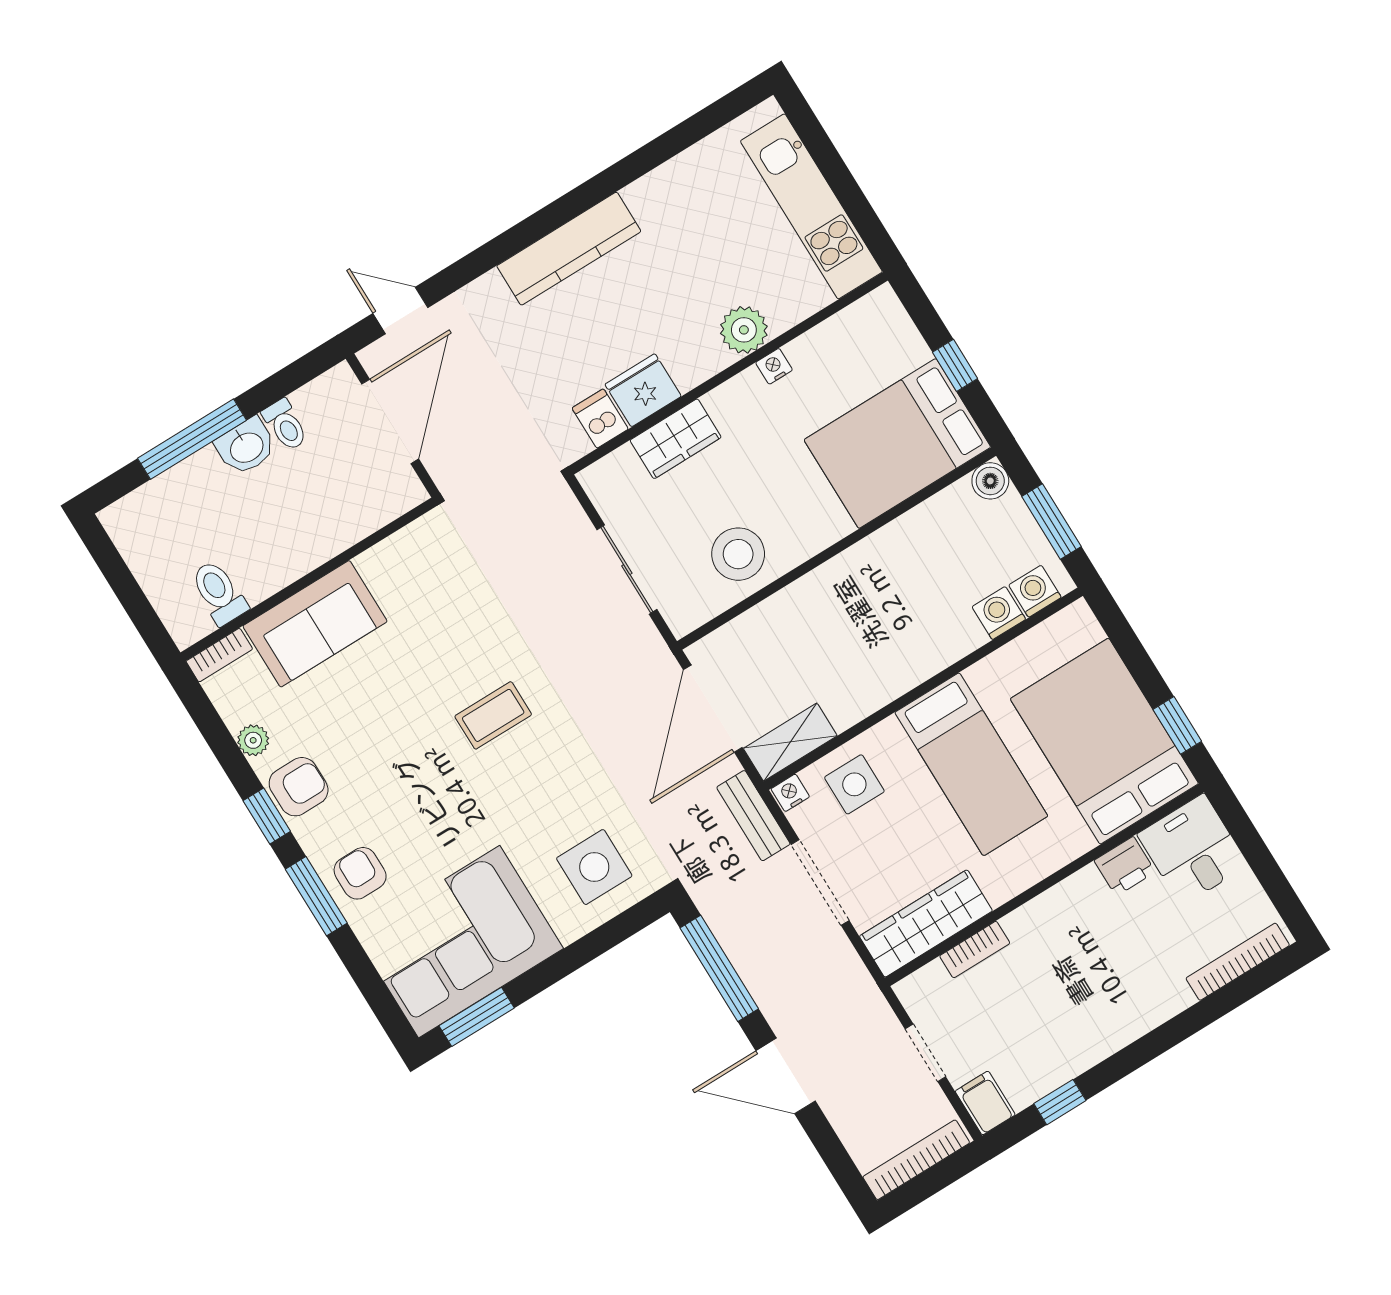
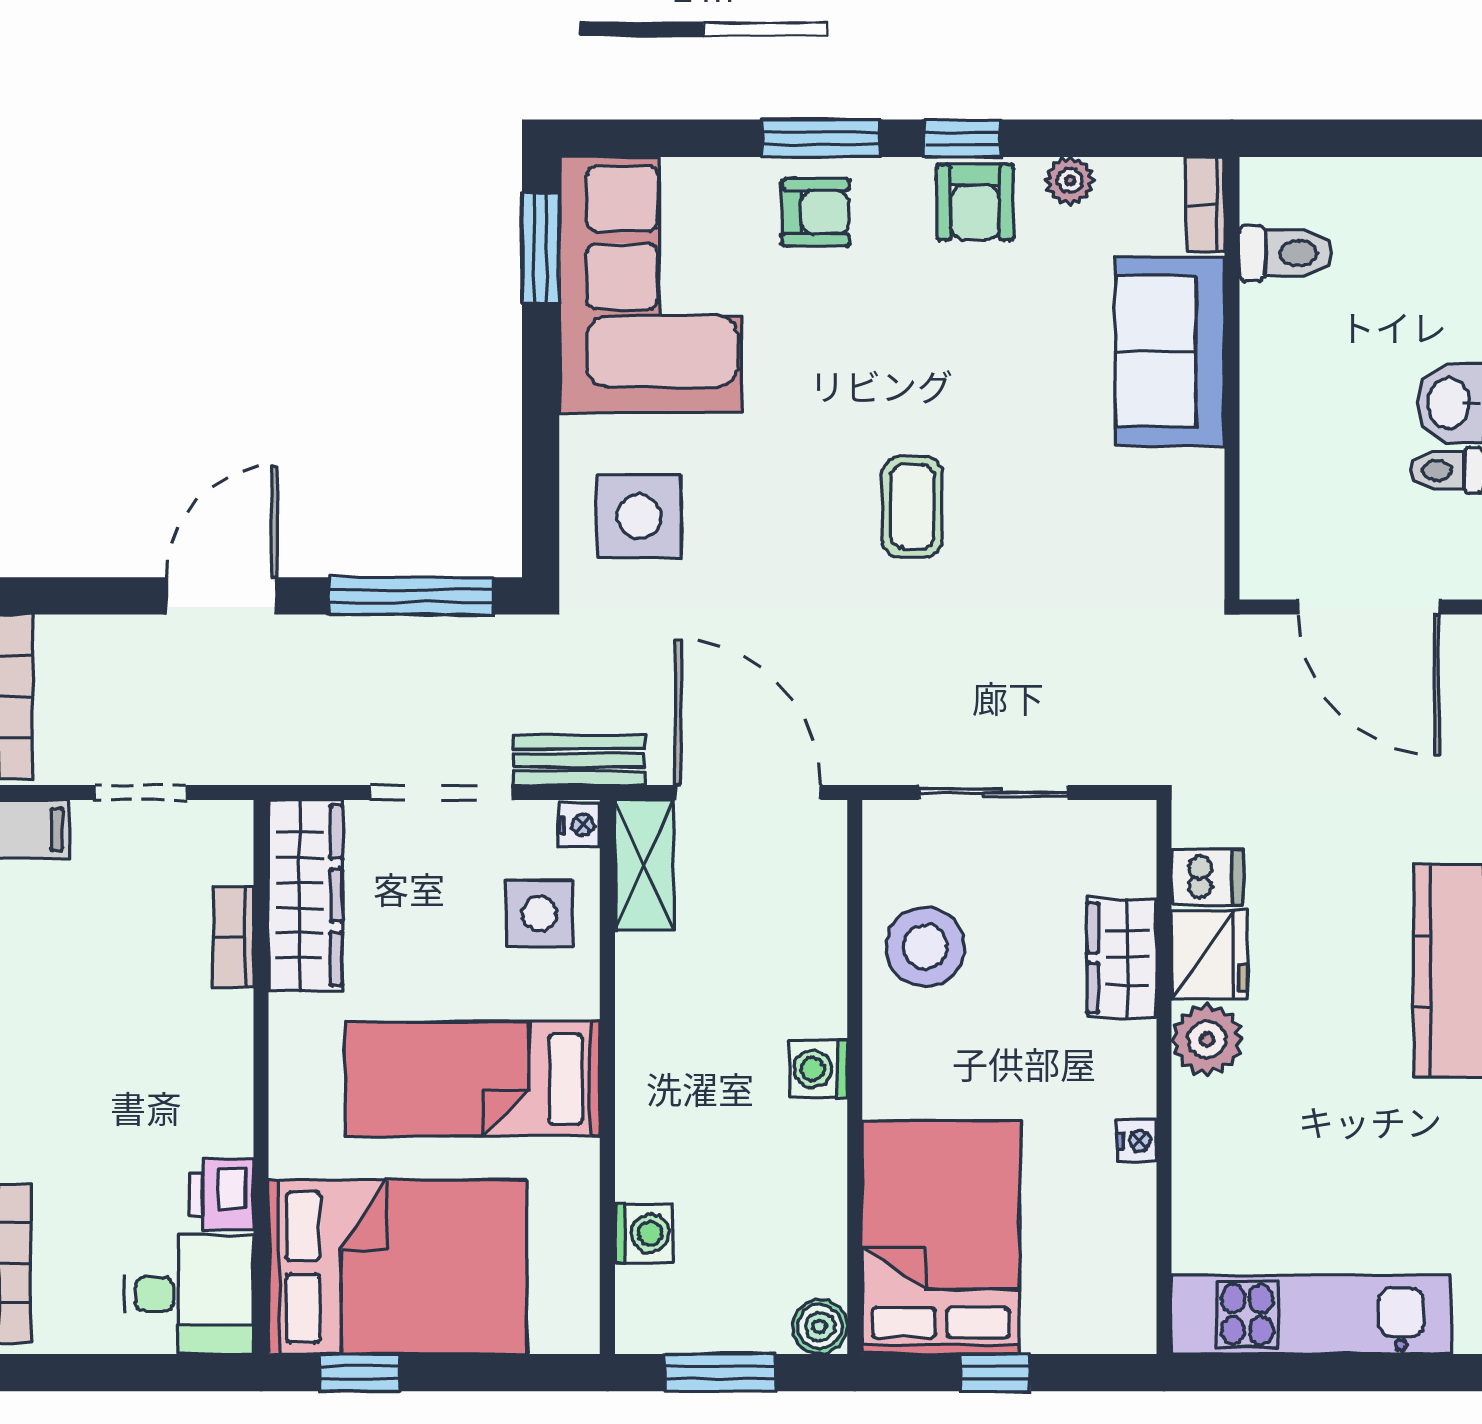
plant: (744, 330) -> (1207, 1040), moved
washing machine: (1035, 591) -> (818, 1069), moved, turned 180

